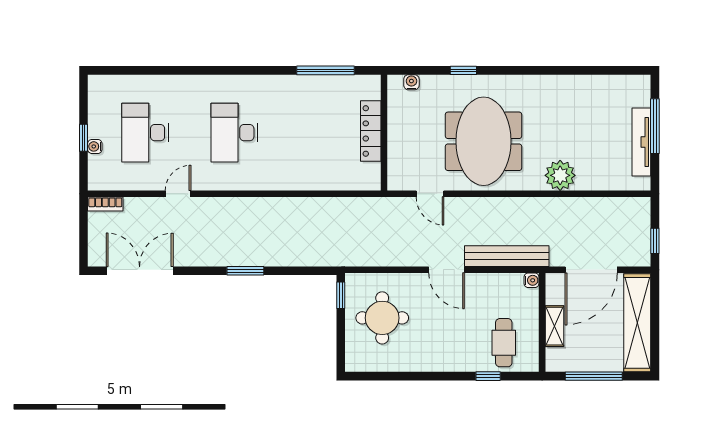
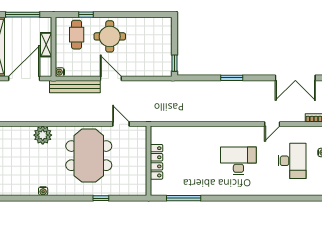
water cooler: (411, 82) -> (43, 191), moved
desk: (234, 133) -> (238, 161), turned -90
round table: (382, 318) -> (110, 36), moved

